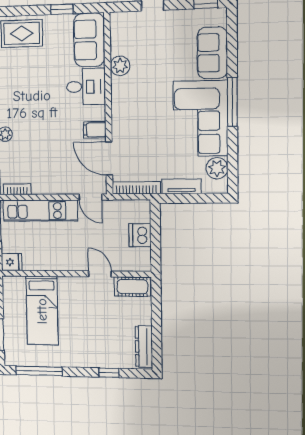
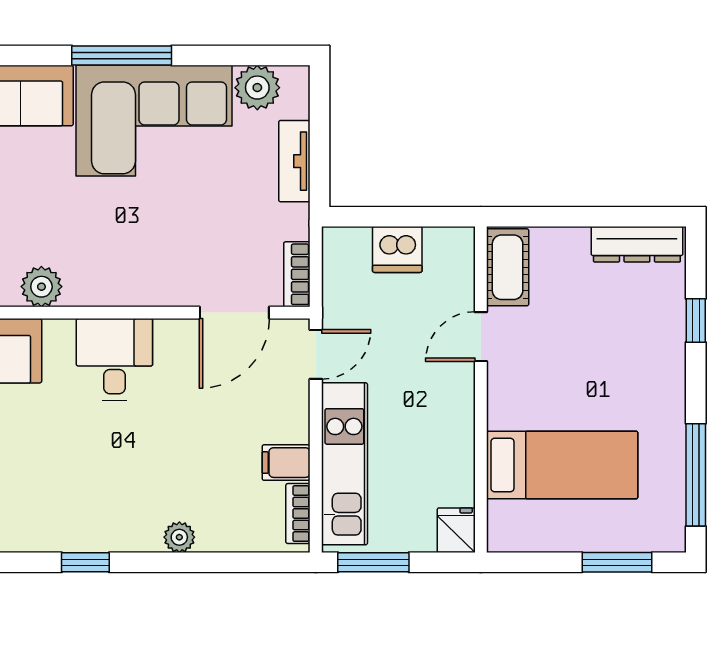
desk: (86, 87) -> (114, 359), moved
filing cabinet: (95, 130) -> (286, 463), moved, turned 90
bookcase: (136, 188) -> (297, 274), width x0.64

